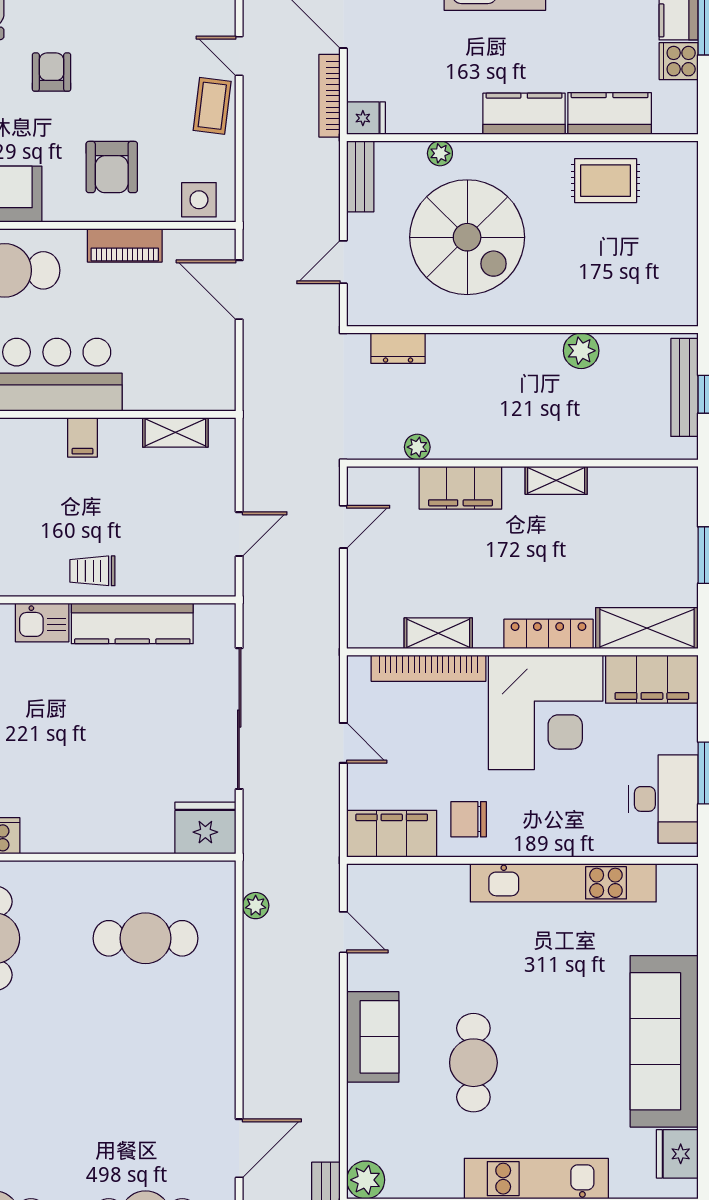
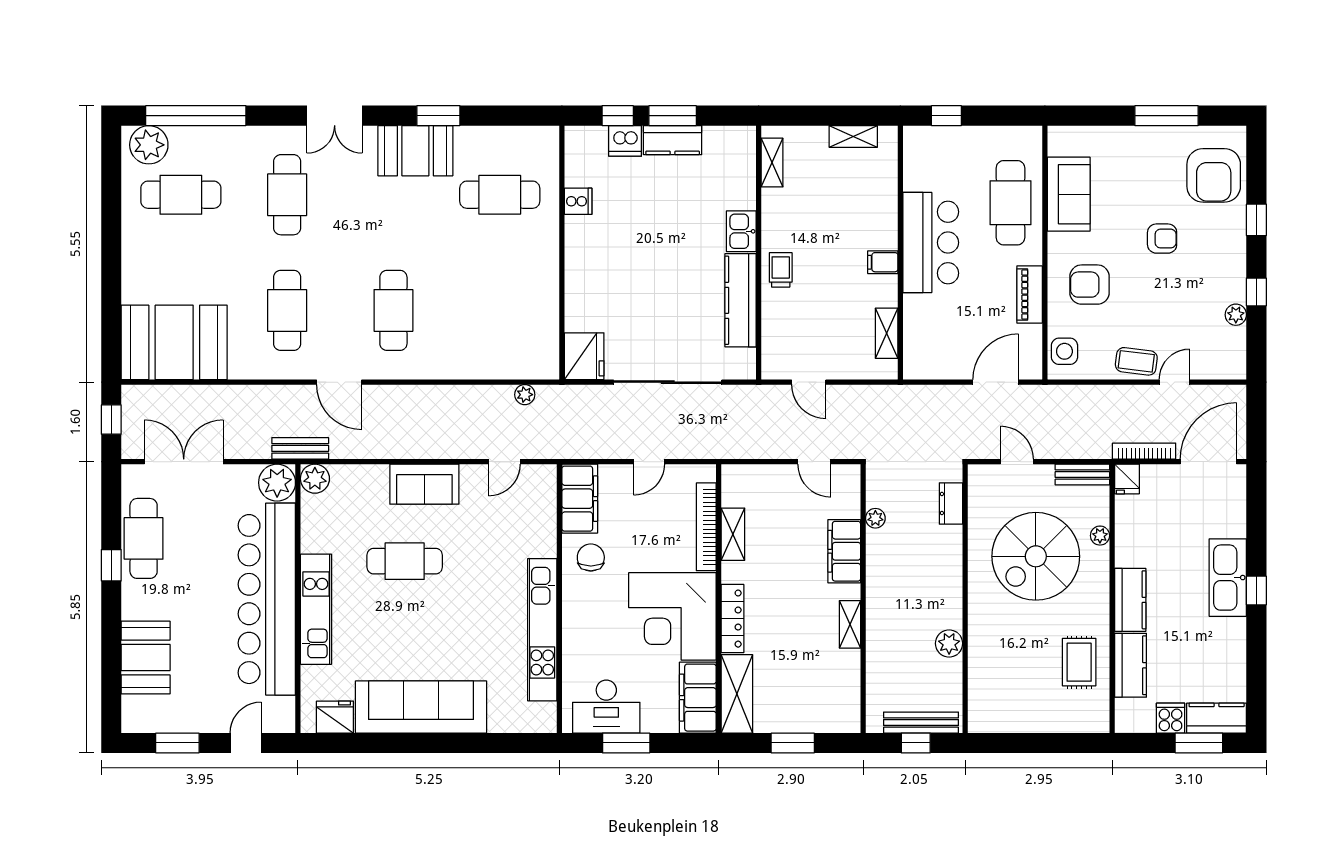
cafe table: (146, 938) -> (393, 310), moved

